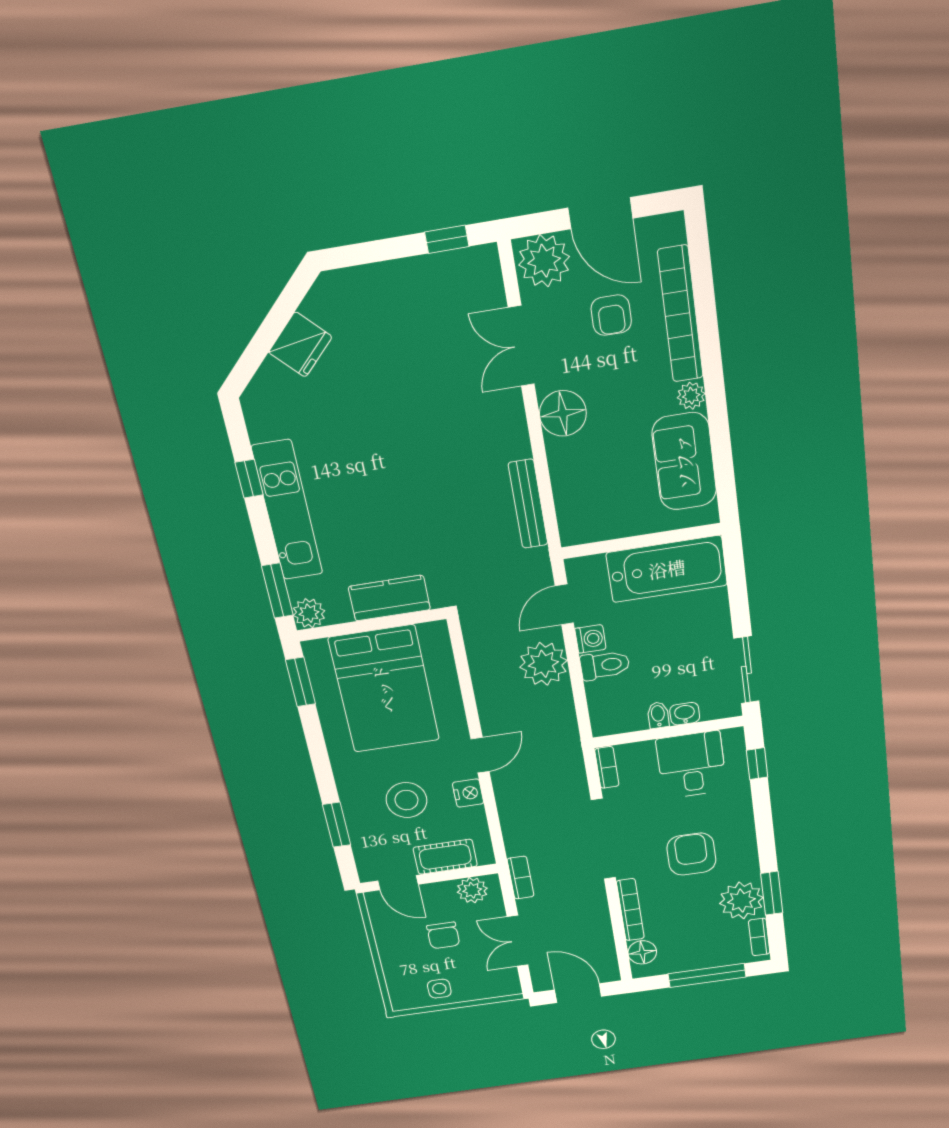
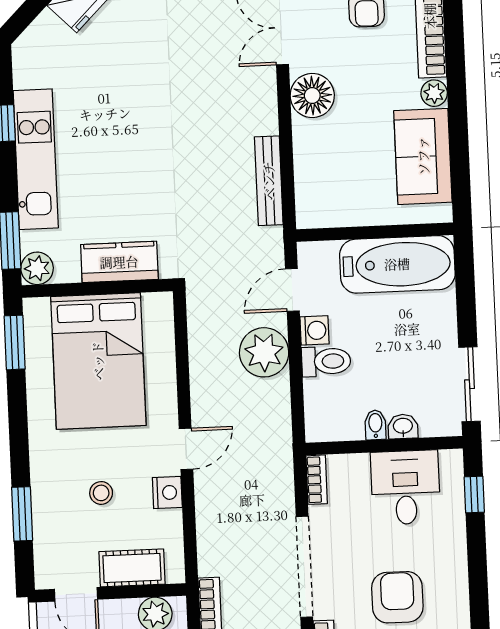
stool: (406, 800) -> (101, 493), width x0.53, depth x0.53

